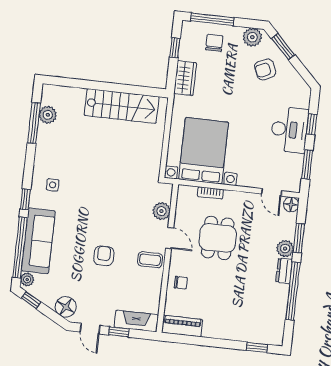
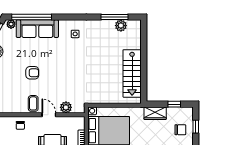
window: (212, 19) -> (196, 127), width x0.46
window: (25, 199) -> (64, 17), removed
door: (170, 238) -> (49, 115), swing flipped

